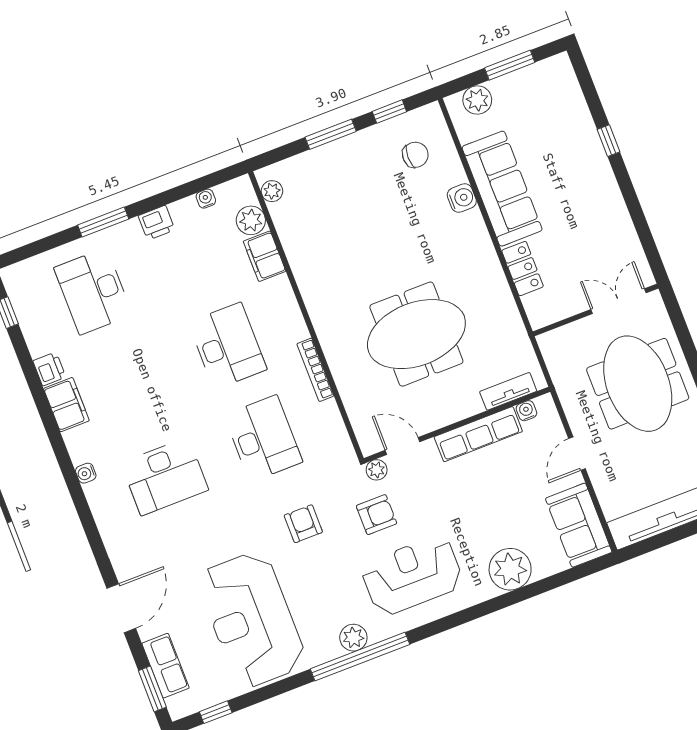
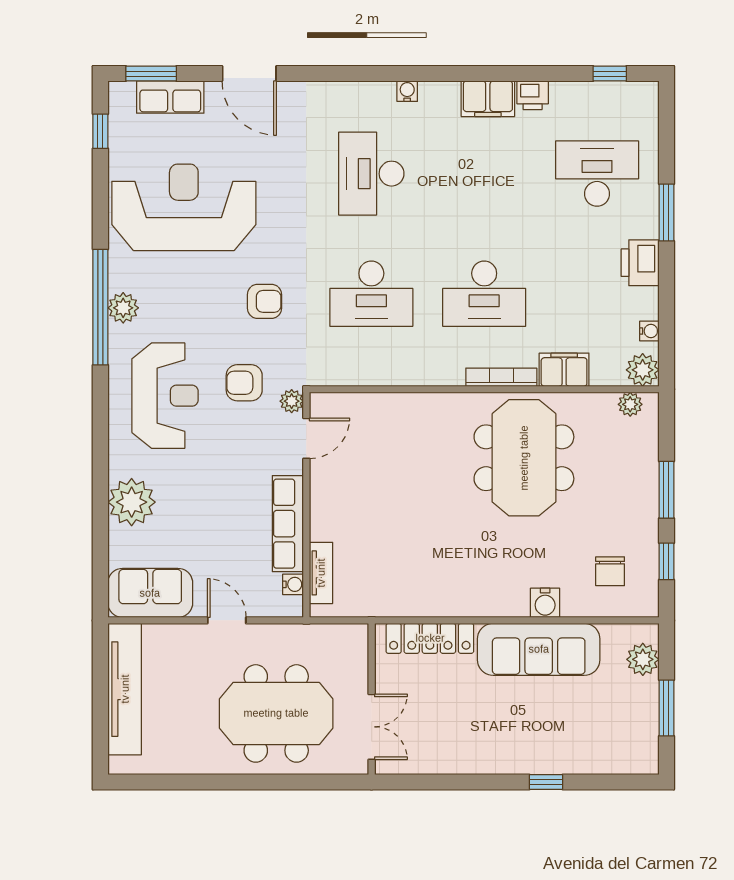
plant: (251, 220) -> (643, 370), moved
printer: (157, 223) -> (640, 263), width x1.36, depth x1.24
locker: (523, 269) -> (430, 638), width x1.53
meeting table: (416, 334) -> (524, 458), moved
bookcase: (315, 370) -> (501, 377), moved
armchair: (377, 515) -> (244, 383), turned 90

